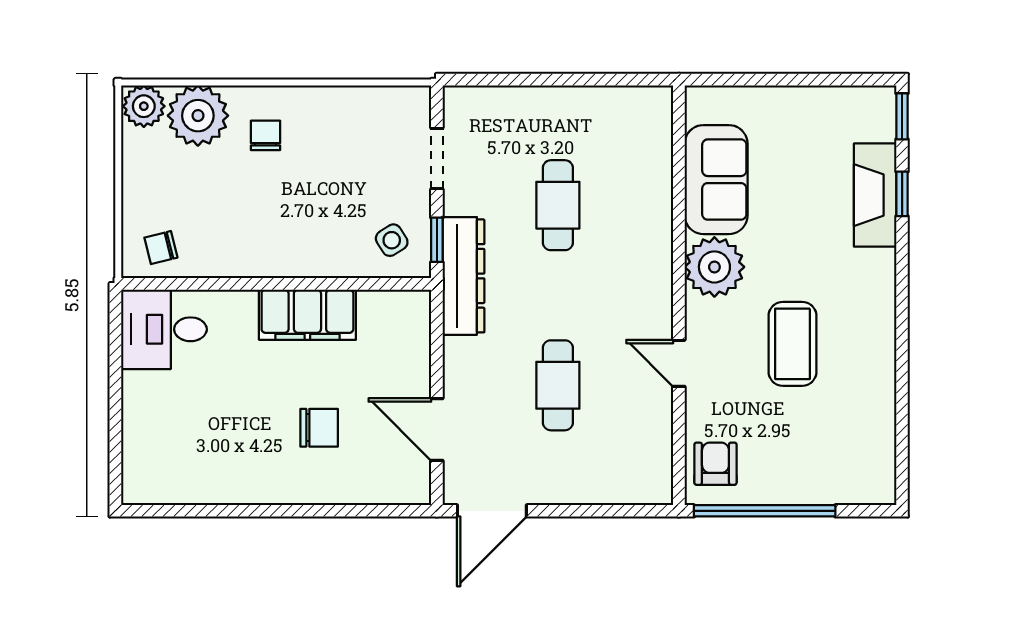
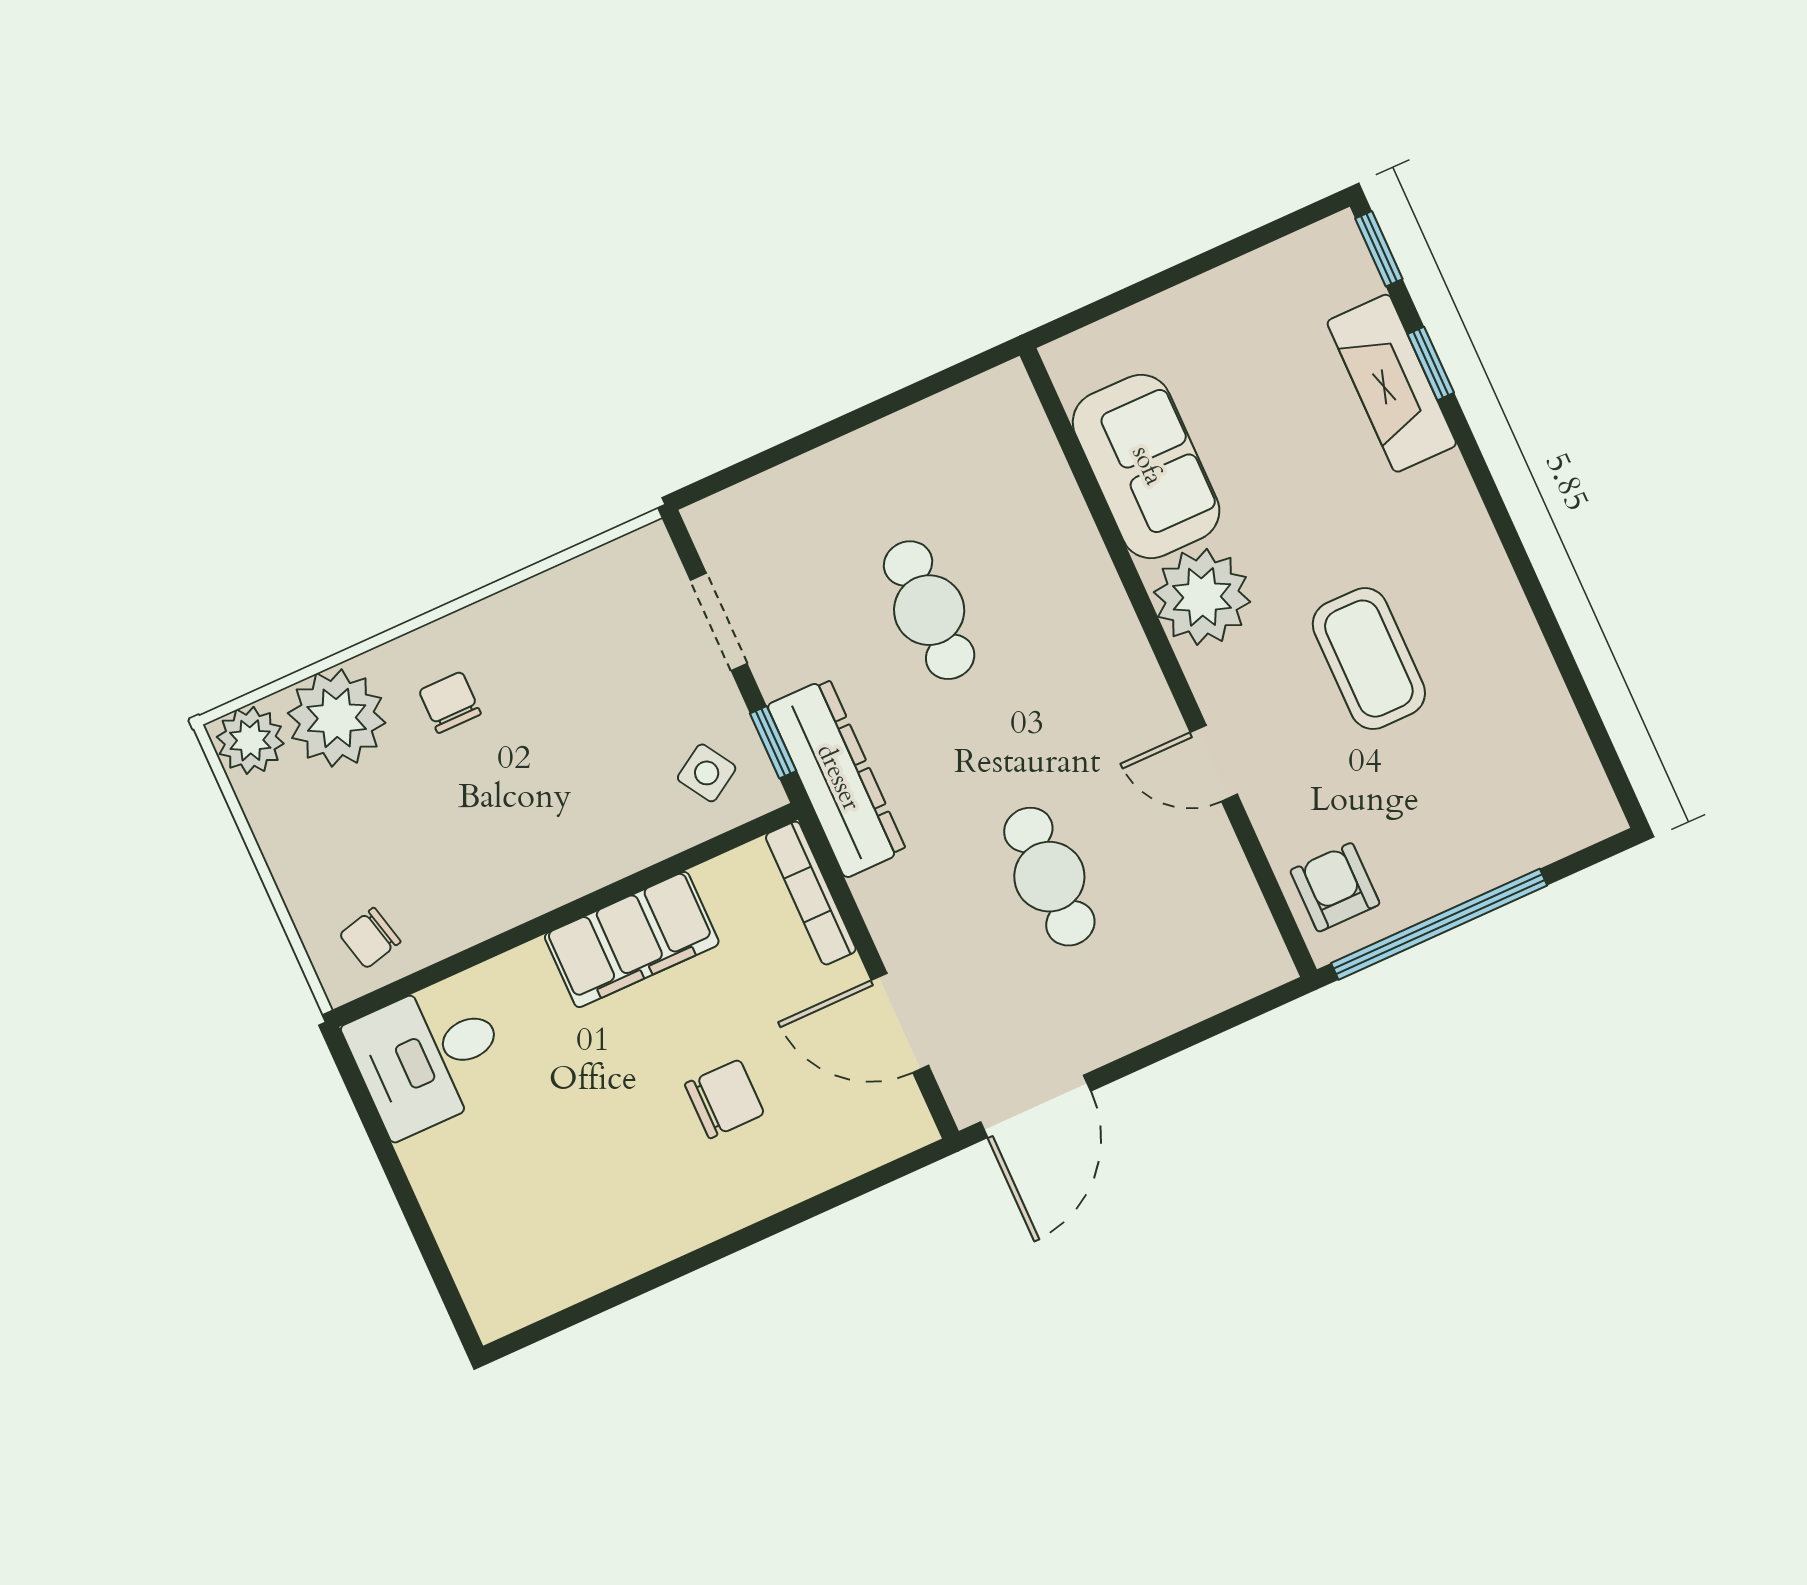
bookcase: (420, 334) -> (811, 893), added

